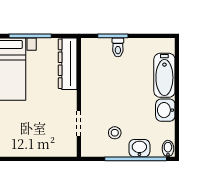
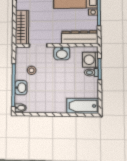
washing machine: (100, 49) -> (90, 60), added
bathtub: (164, 75) -> (83, 106), moved
washbasin: (165, 110) -> (62, 53), moved, turned 180
wardrobe: (52, 147) -> (22, 27), added

